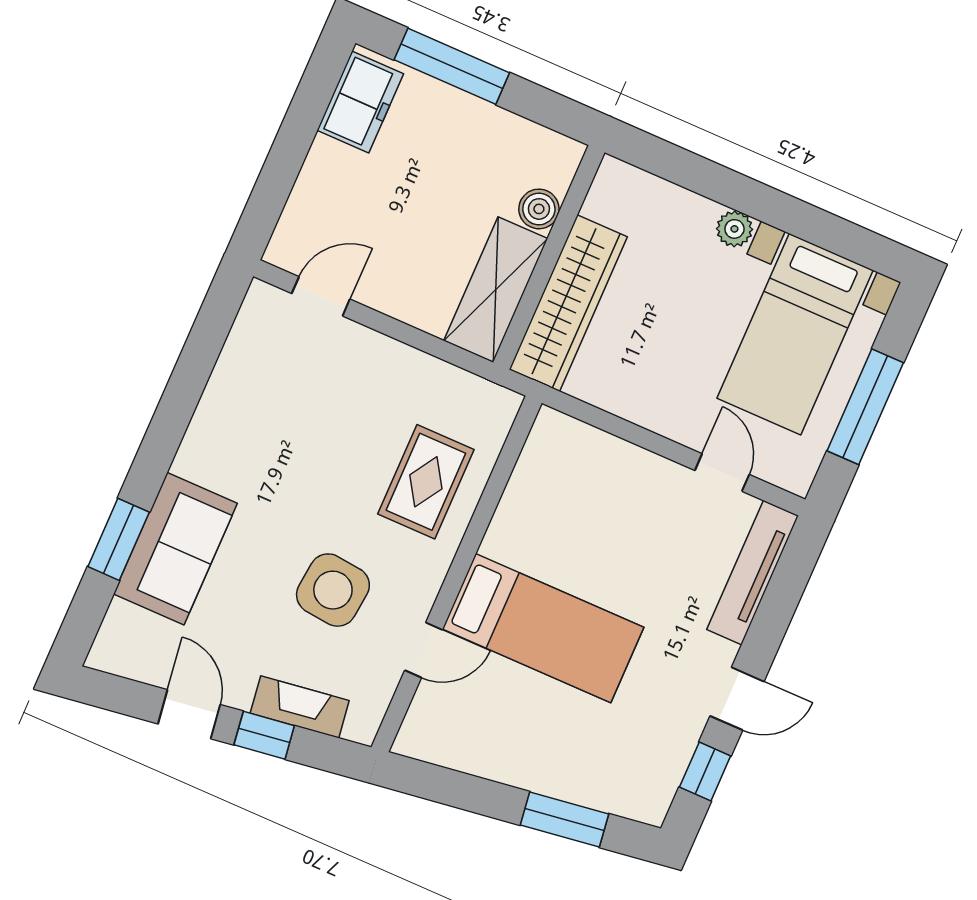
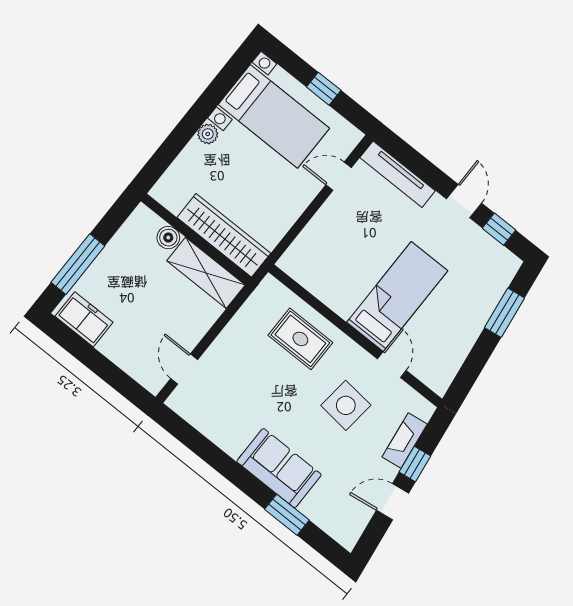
window: (865, 407) -> (324, 89), width x0.46
sofa: (175, 549) -> (279, 468), moved

